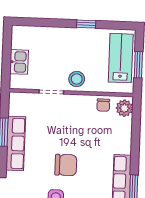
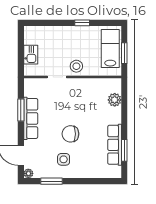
chair: (103, 105) -> (98, 86), removed
plant: (124, 108) -> (115, 100), moved
chair: (66, 165) -> (70, 134), turned 180

